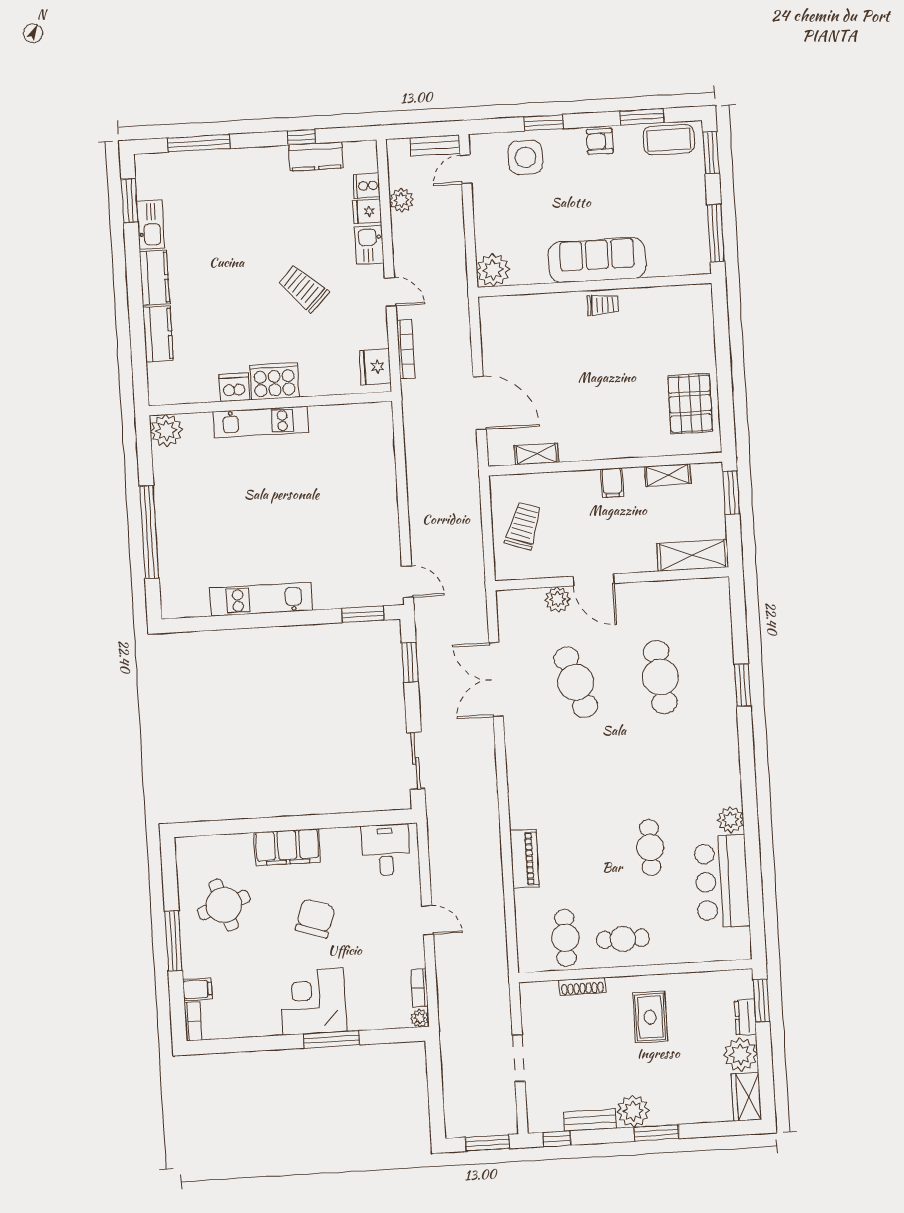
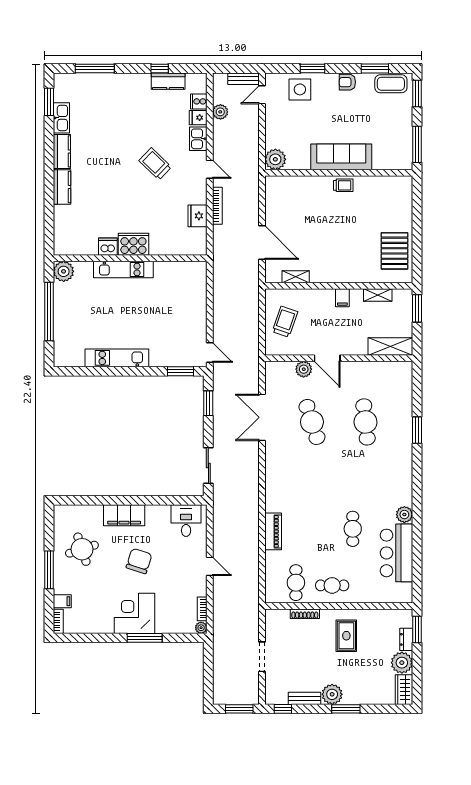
cooker: (274, 381) -> (133, 244), moved
dishwasher: (234, 387) -> (108, 247), moved
wall: (270, 404) -> (130, 258), moved
kitchen unit: (261, 422) -> (123, 269), moved
plant: (166, 431) -> (64, 271), moved

